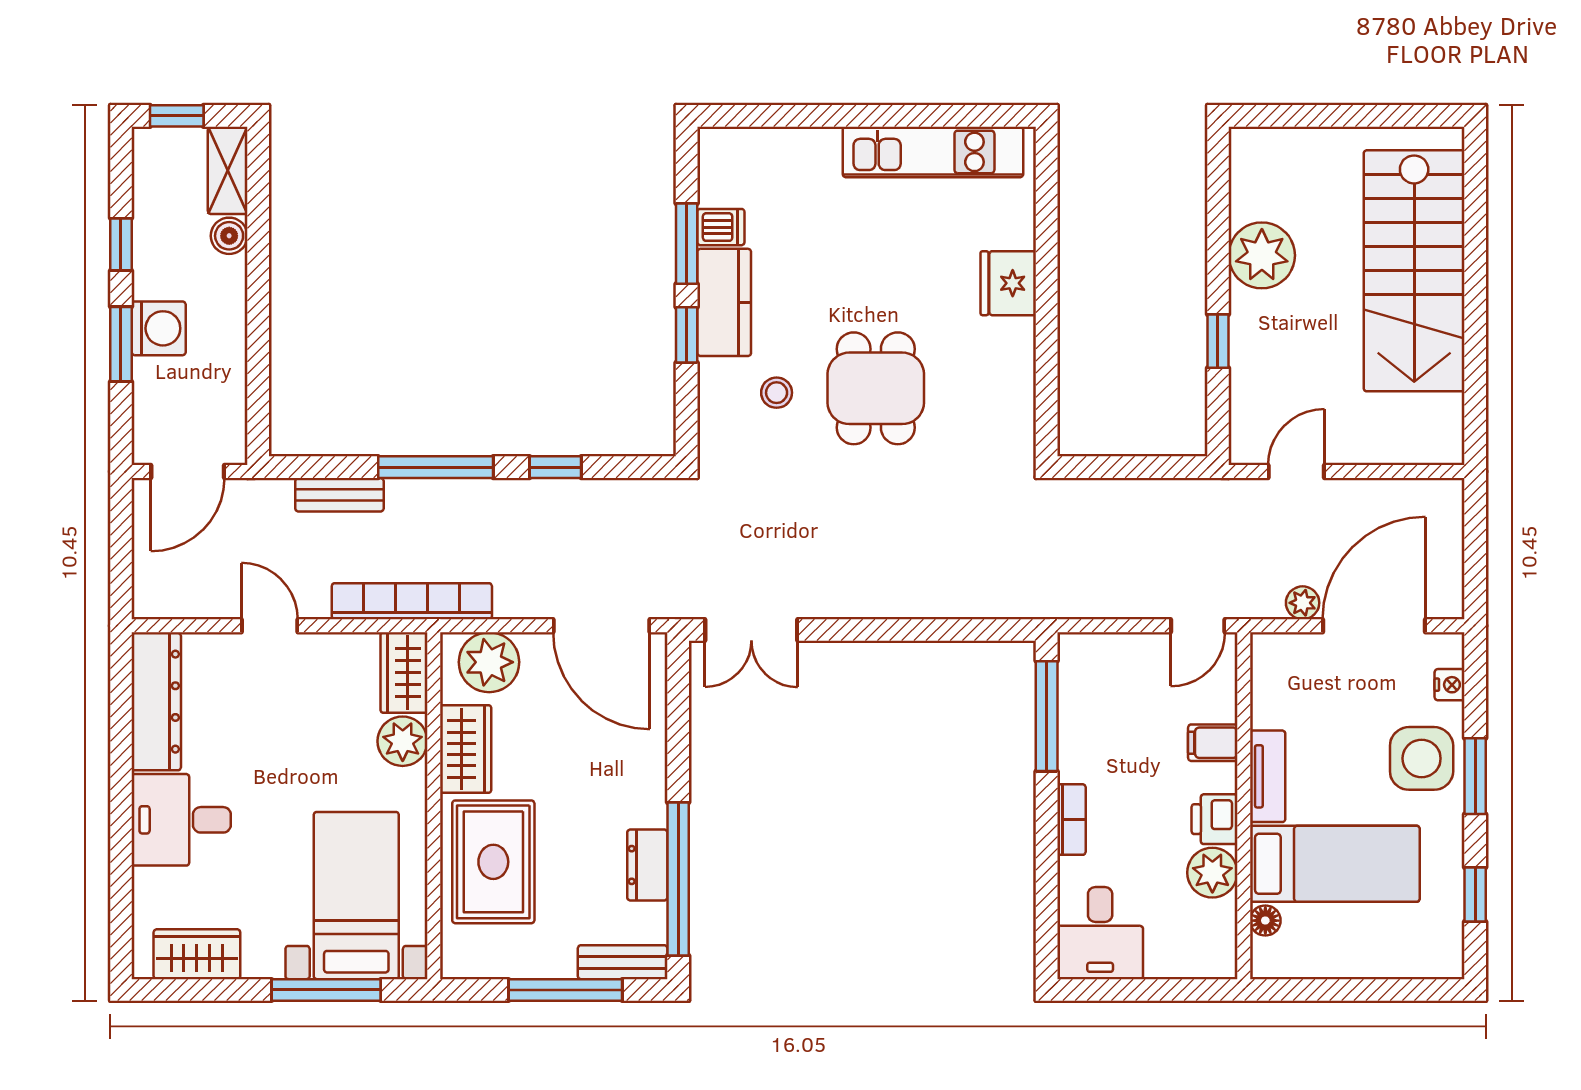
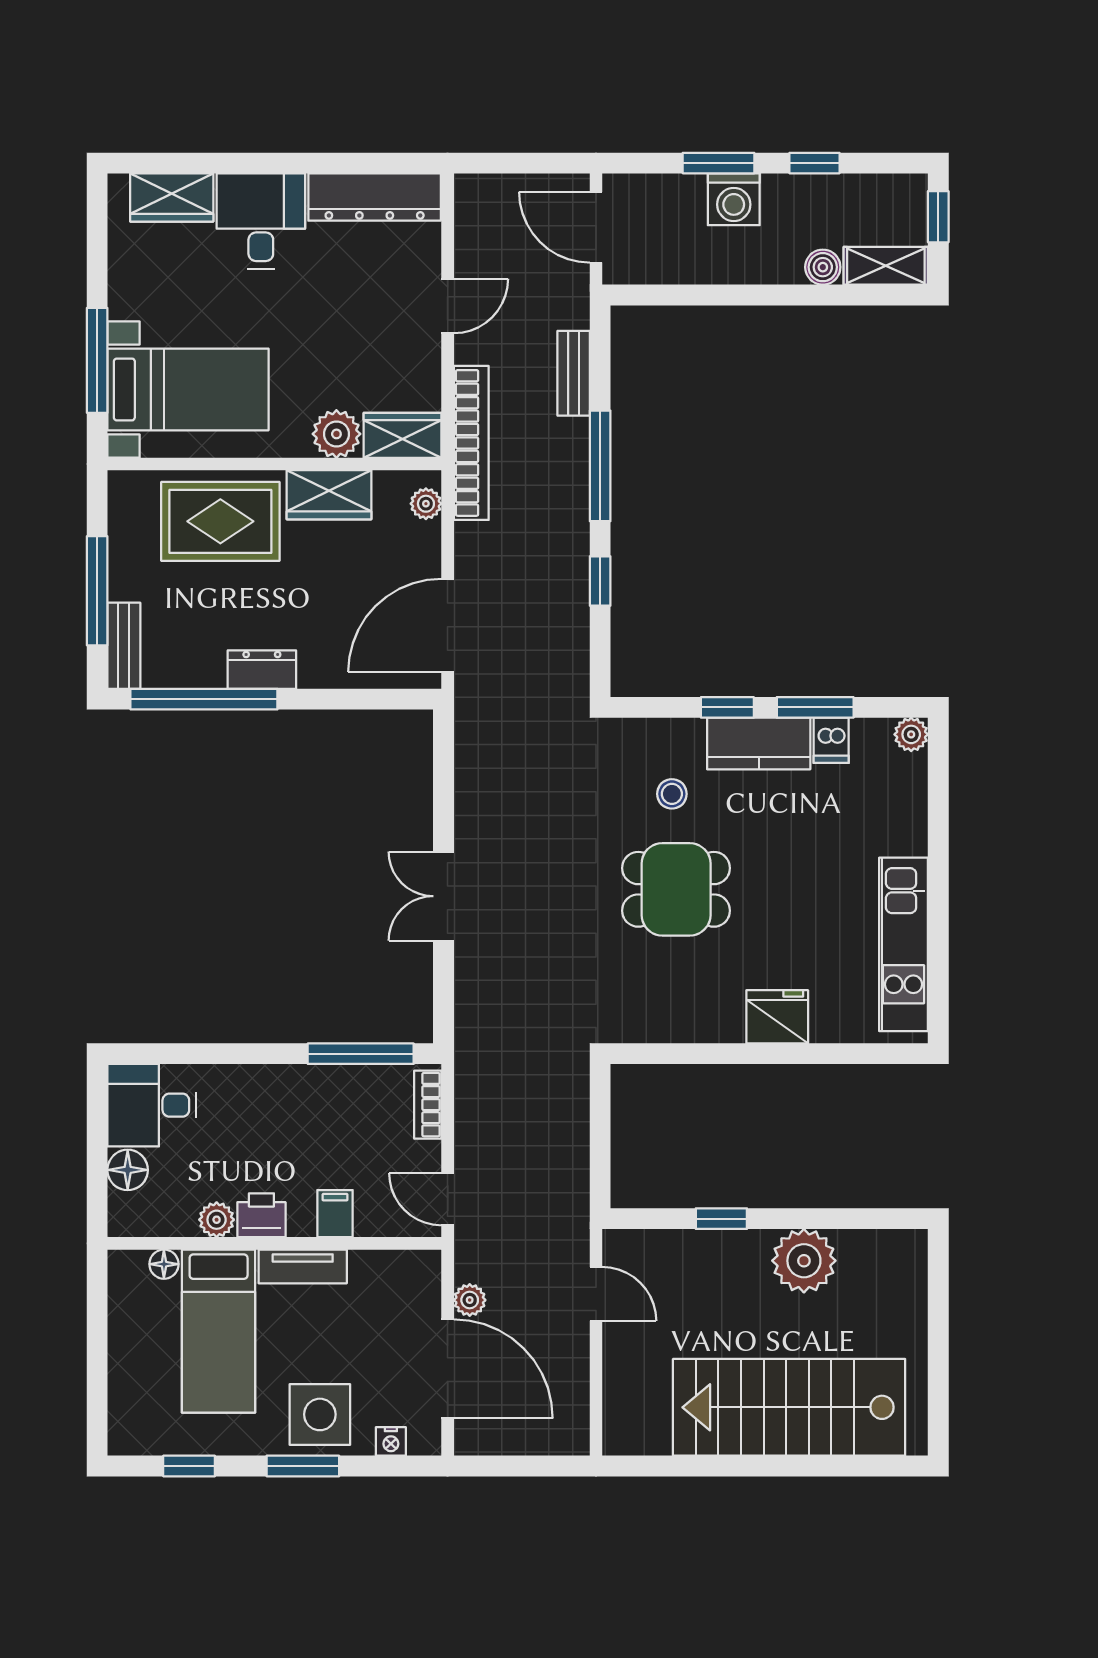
plant: (715, 144) -> (911, 734), added
double door: (751, 630) -> (443, 896), moved
plant: (489, 662) -> (426, 504), width x0.53, depth x0.53
bookcase: (1071, 820) -> (428, 1105), moved, turned 90
dresser: (647, 865) -> (262, 670), moved
plant: (1212, 873) -> (217, 1220), width x0.73, depth x0.73
wardrobe: (197, 954) -> (172, 197), moved, turned 90
floor lamp: (1167, 958) -> (128, 1170), added

